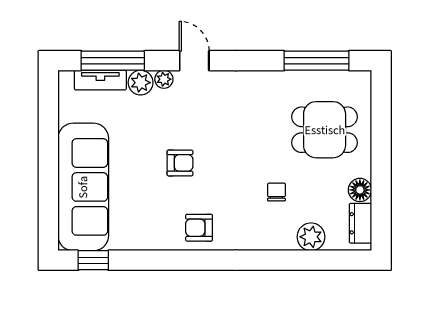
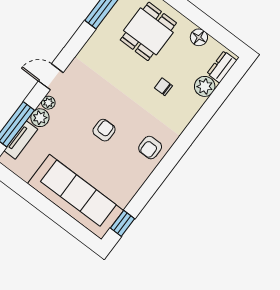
dresser: (360, 223) -> (222, 67), moved, turned 90

